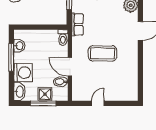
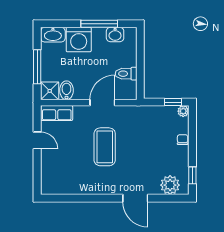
row of seats: (77, 25) -> (57, 113), moved
toilet: (63, 38) -> (126, 74), moved
door: (70, 67) -> (102, 103), moved
shower: (45, 94) -> (50, 91), moved

